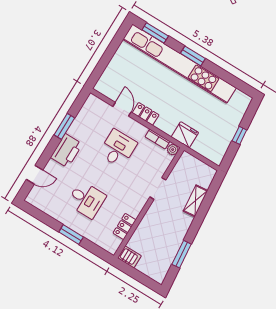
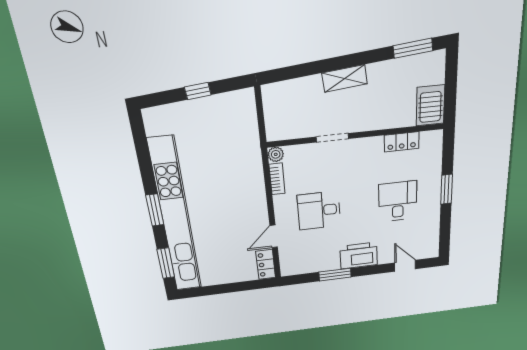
locker: (146, 114) -> (266, 265), moved
fridge: (185, 135) -> (248, 154), removed
shelving: (195, 201) -> (345, 78), moved
window: (182, 254) -> (413, 48), moved
server rack: (129, 257) -> (430, 105), width x1.36, depth x1.44

